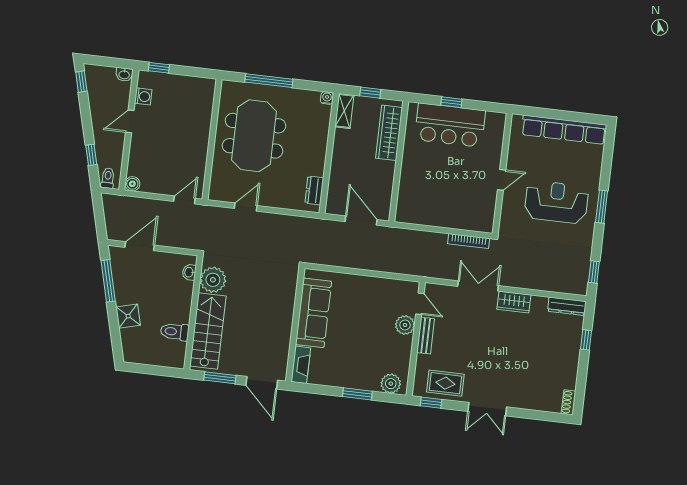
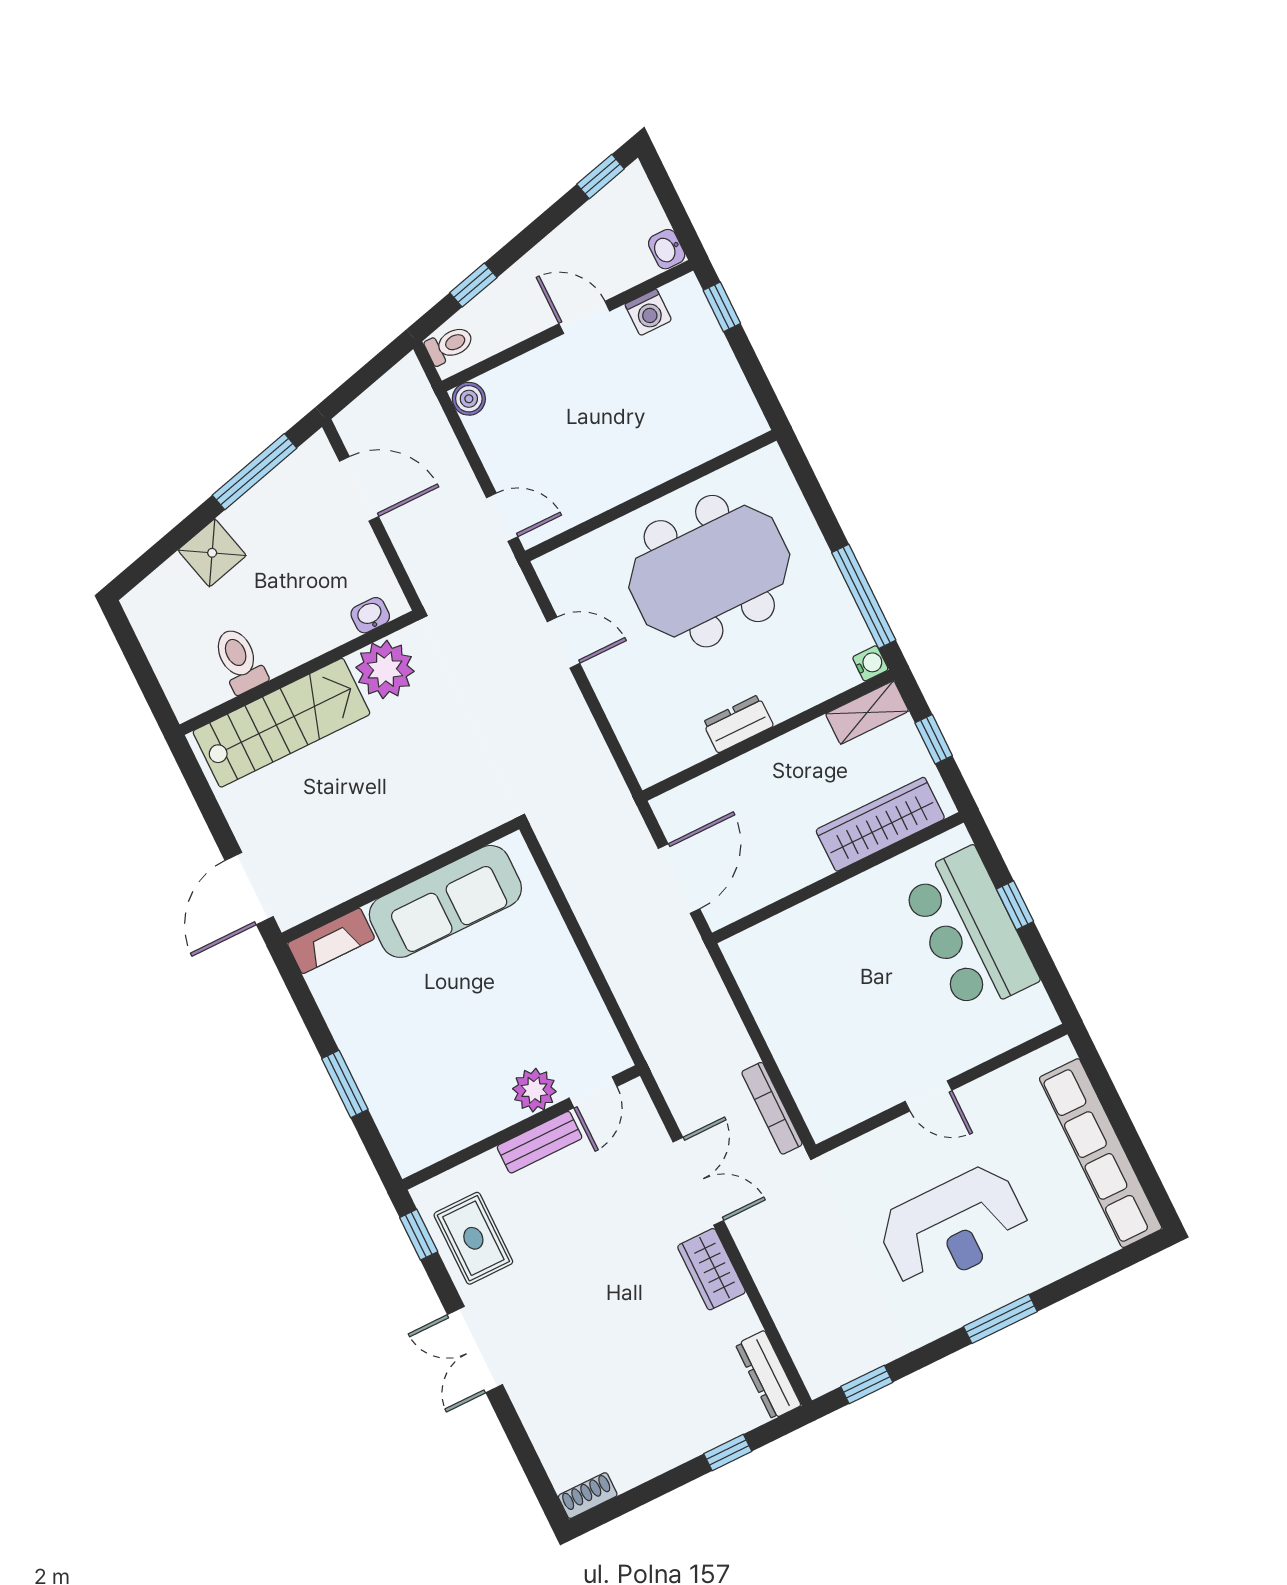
window: (269, 81) -> (864, 596), moved
dresser: (314, 190) -> (738, 724), moved
reception desk: (556, 202) -> (954, 1227), turned 90
window: (220, 378) -> (207, 803), removed
plant: (391, 384) -> (406, 1135), removed

